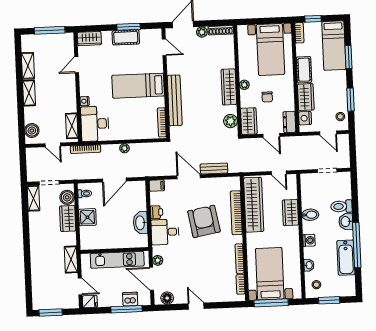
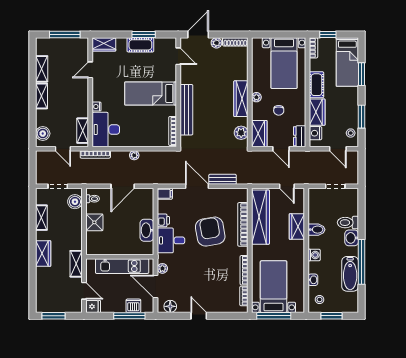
shelving: (33, 198) -> (41, 218), moved
wardrobe: (68, 219) -> (43, 254), moved, turned 180

